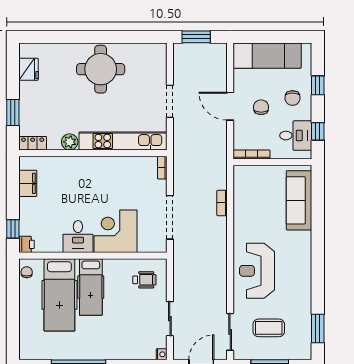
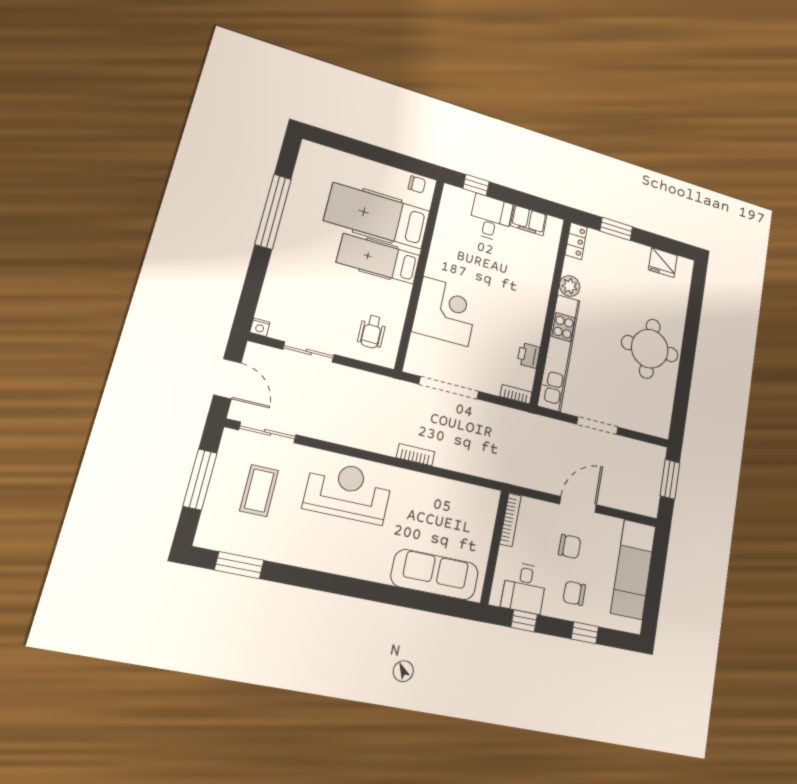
bookcase: (222, 203) -> (415, 455), moved
desk: (78, 237) -> (491, 218), moved, turned 90
printer: (27, 244) -> (529, 355), moved, turned 90

